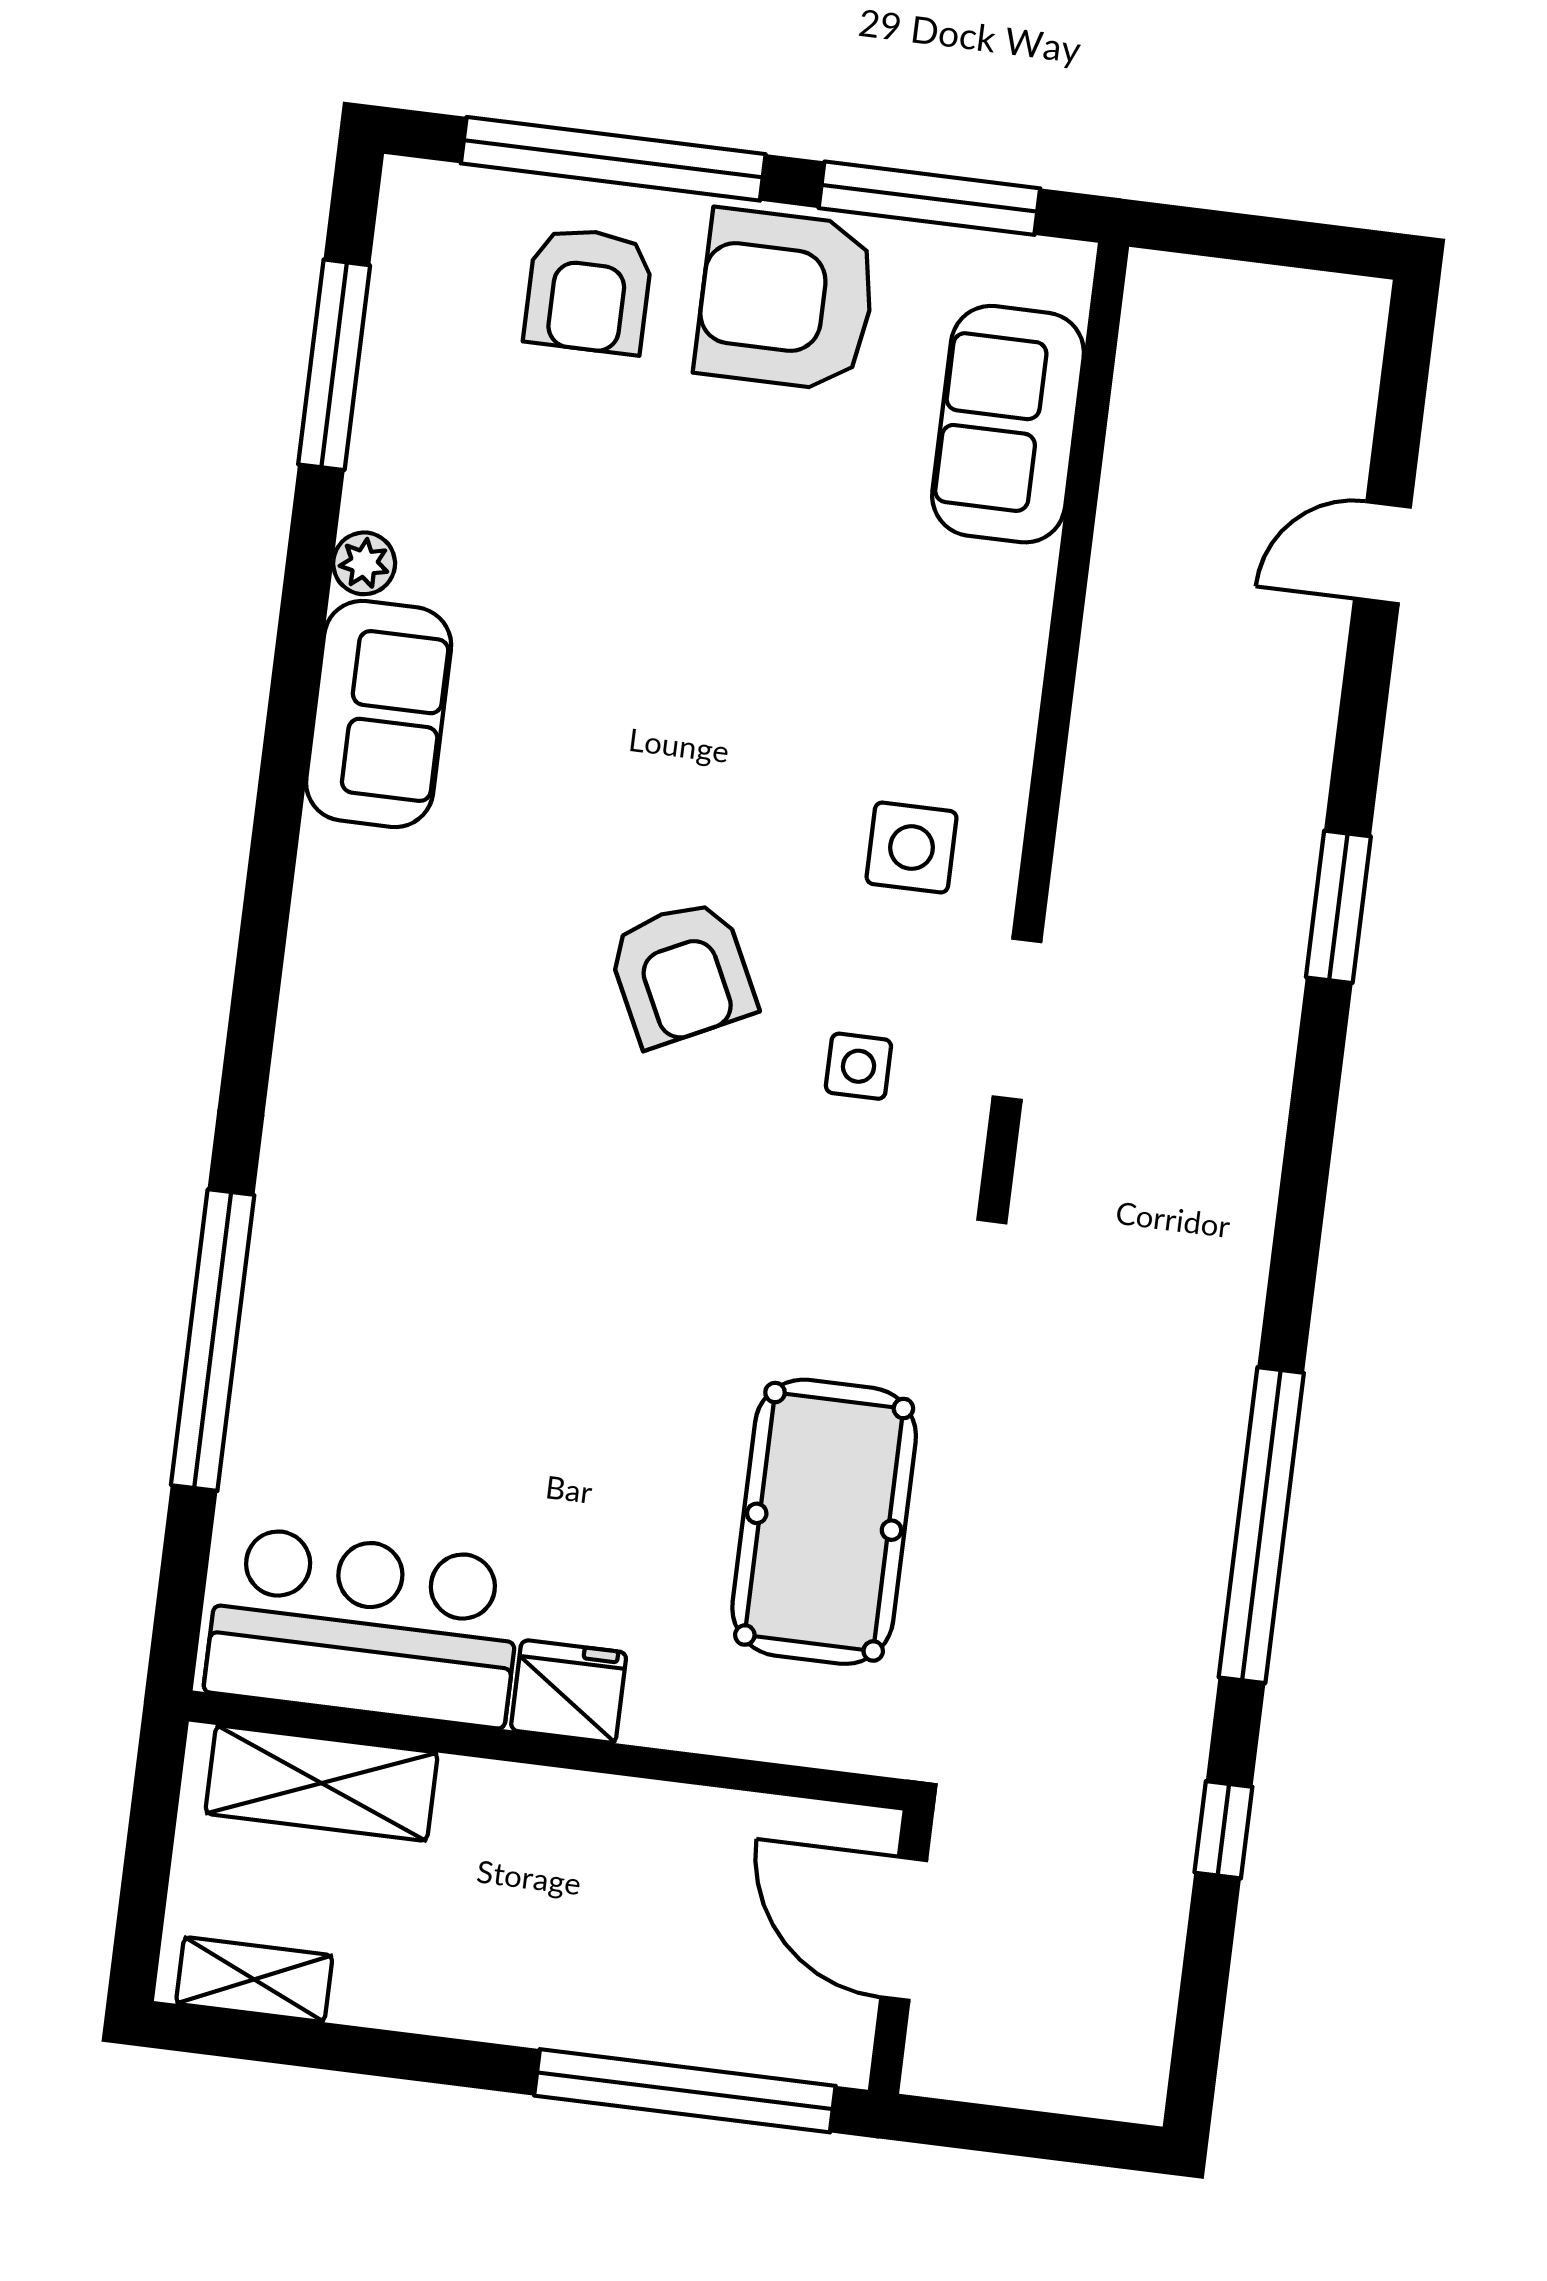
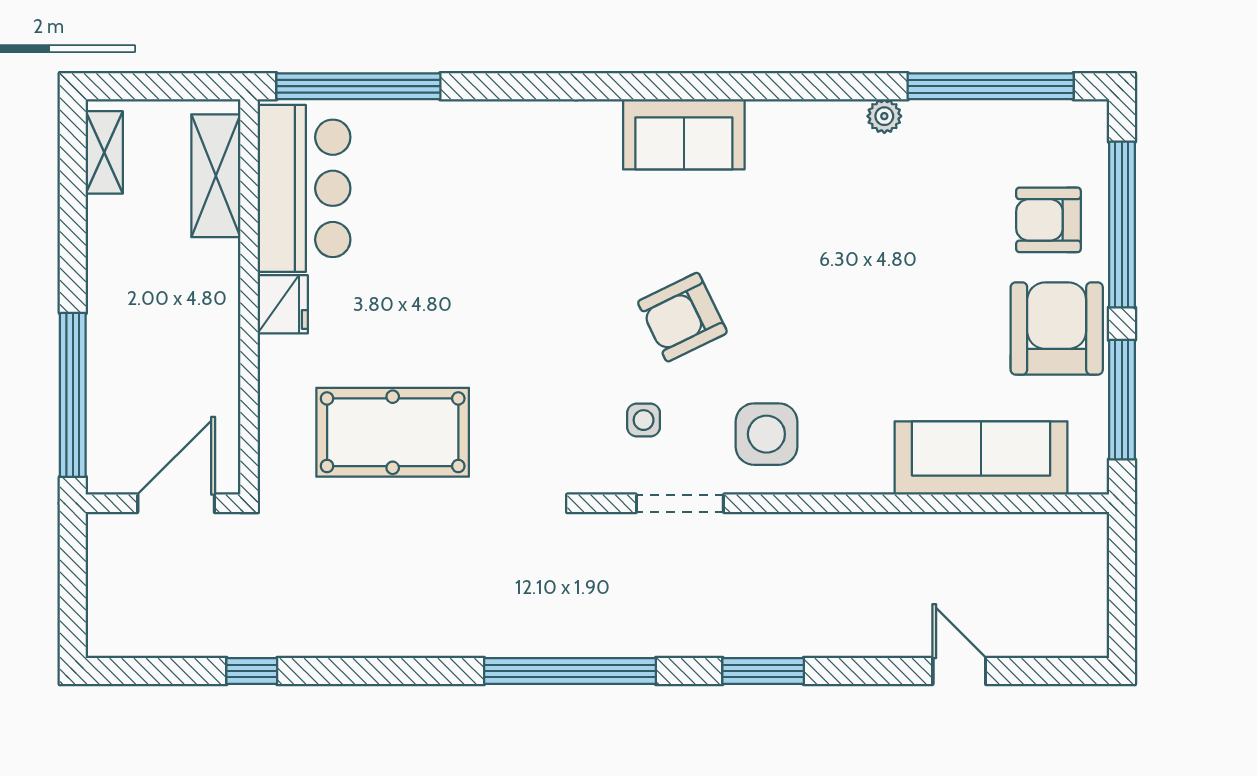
window: (334, 365) -> (991, 86), width x1.46
sofa: (1008, 424) -> (981, 458), width x1.36
sofa: (379, 714) -> (684, 134), moved
side table: (912, 848) -> (766, 434), width x1.37, depth x1.37
window: (213, 1340) -> (358, 86), moved
window: (1261, 1525) -> (570, 671), moved

